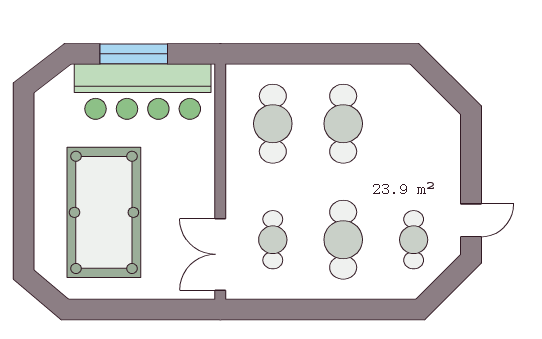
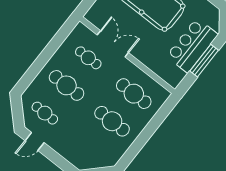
bar counter: (143, 92) -> (192, 45), width x0.73
door: (471, 220) -> (35, 142), hinge flipped
double door: (220, 254) -> (113, 44), moved

